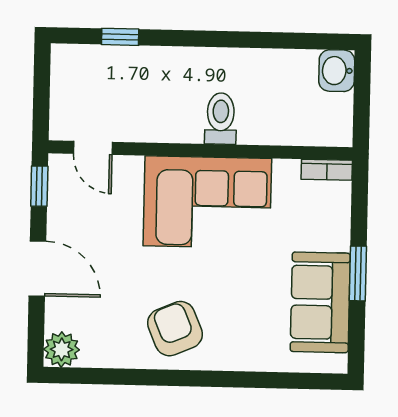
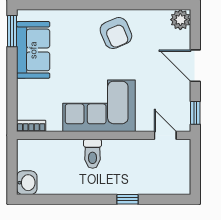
window: (120, 37) -> (127, 199), moved
window: (358, 273) -> (12, 31), moved

